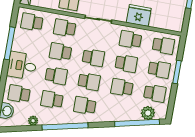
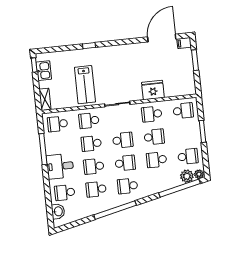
school desk: (159, 69) -> (186, 134), removed
school desk: (56, 76) -> (94, 166), turned 180
plant: (33, 121) -> (199, 174), moved

